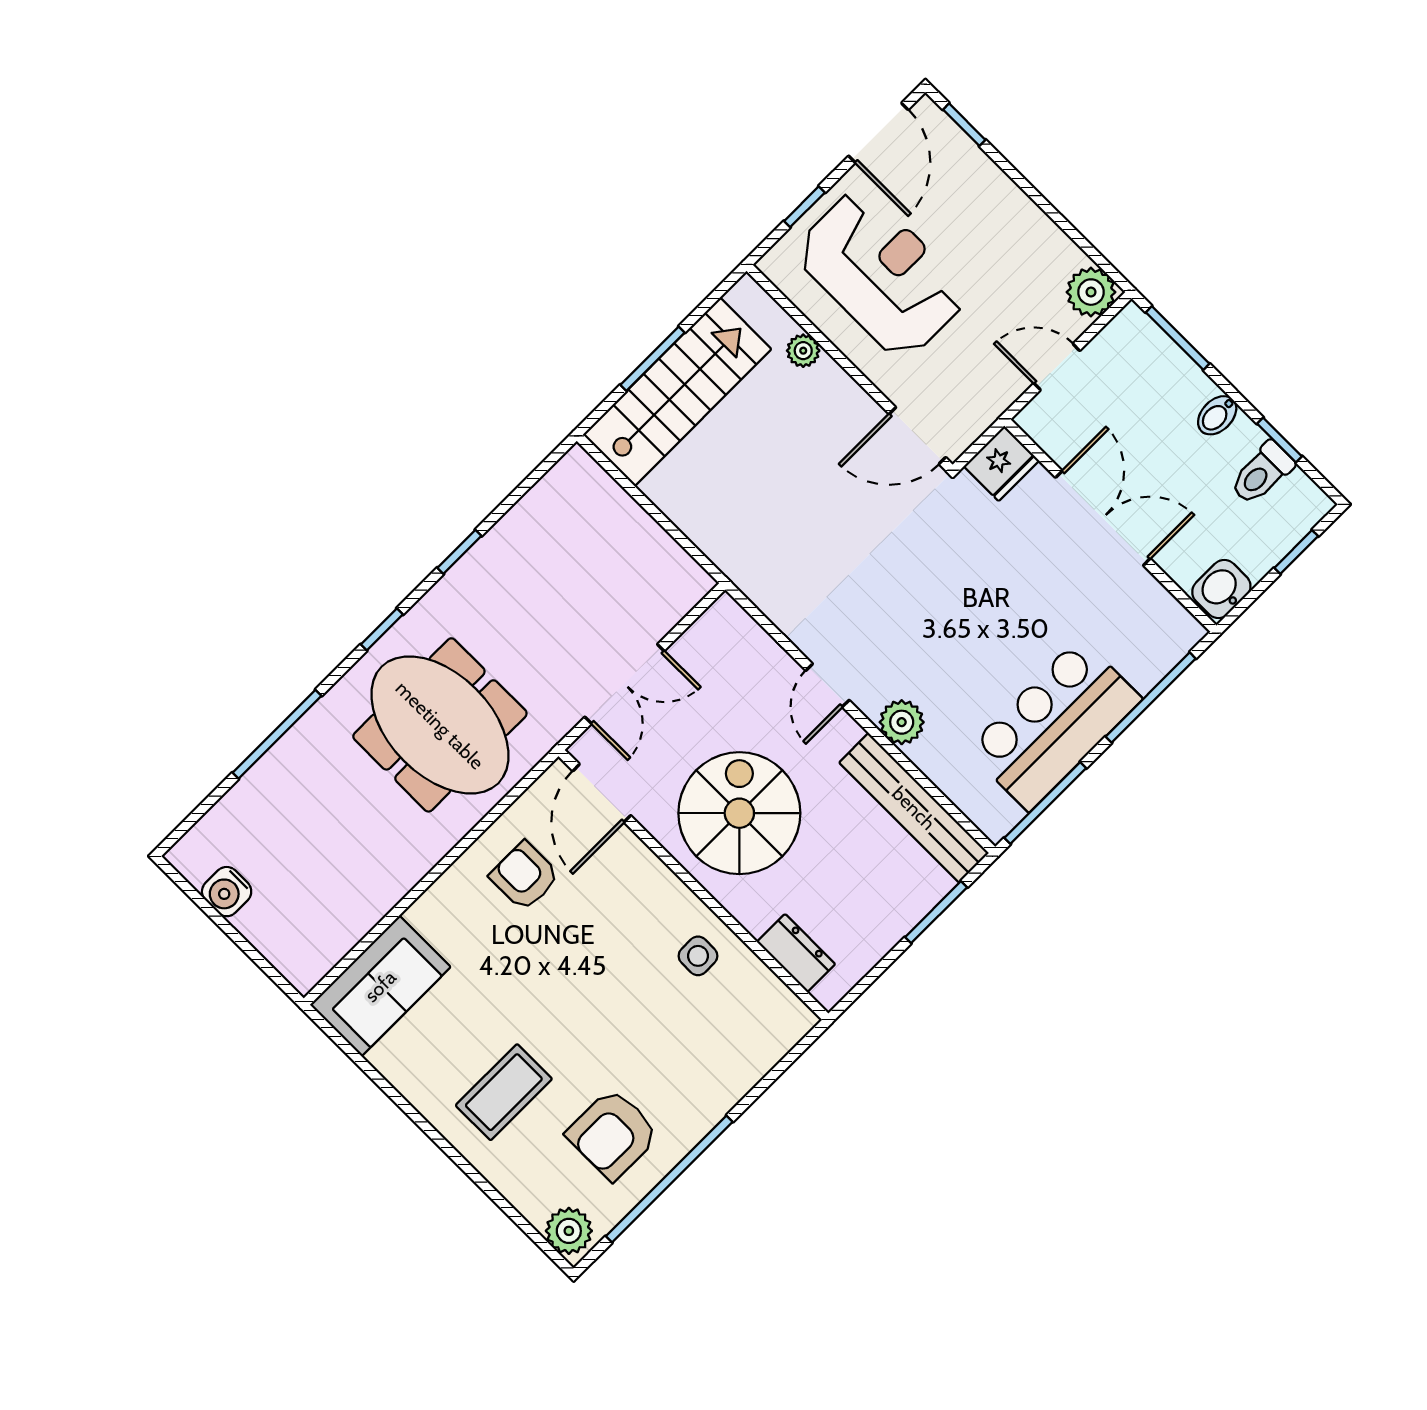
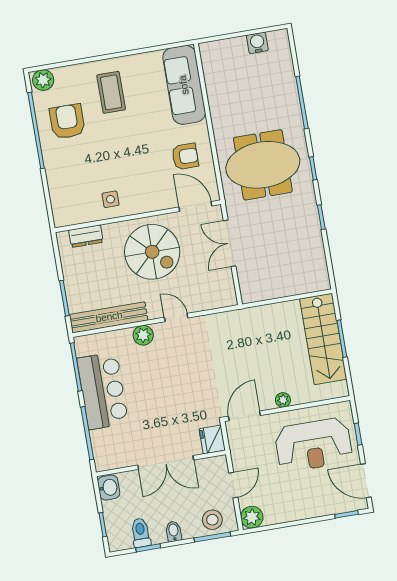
plant: (803, 351) -> (283, 400), moved
stool: (1146, 360) -> (212, 520), added
sofa: (380, 986) -> (184, 85), width x1.36

